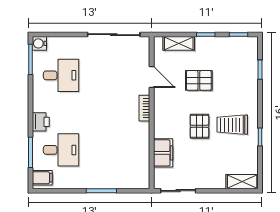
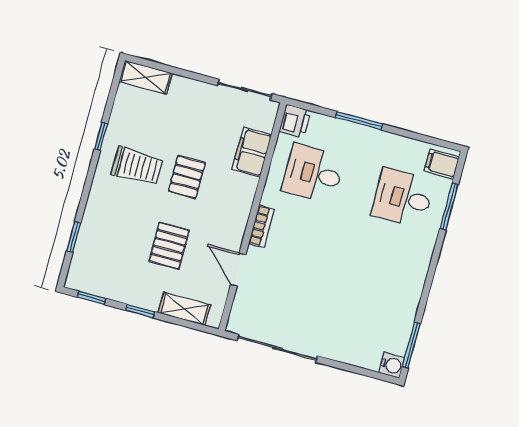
desk: (61, 75) -> (313, 173), moved
pallet: (199, 80) -> (169, 246), turned 90
printer: (41, 122) -> (295, 121), moved, turned 180

